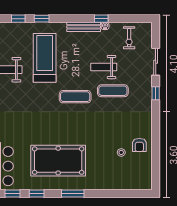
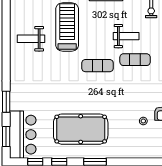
weight bench: (104, 67) -> (126, 36), turned 180

